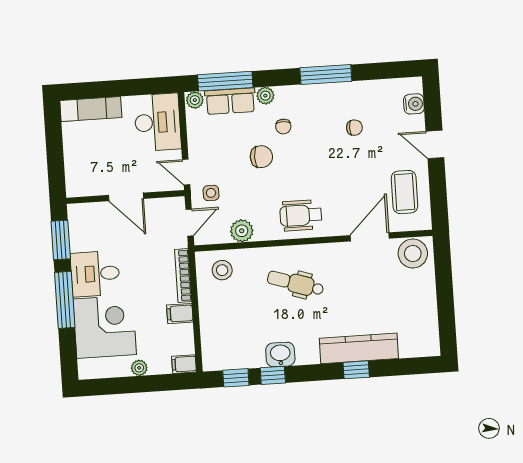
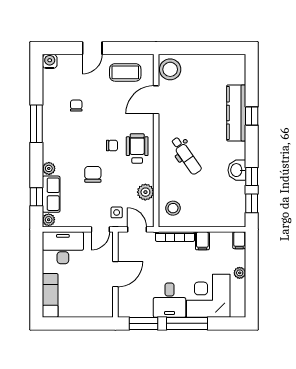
window: (225, 81) -> (36, 197), width x0.46
water cooler: (414, 104) -> (50, 61), moved
chair: (283, 127) -> (112, 146), moved
wheelchair: (301, 215) -> (137, 149), turned 180
door: (370, 237) -> (156, 100), hinge flipped
dental chair: (296, 283) -> (186, 156), turned -53

